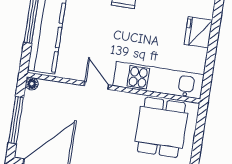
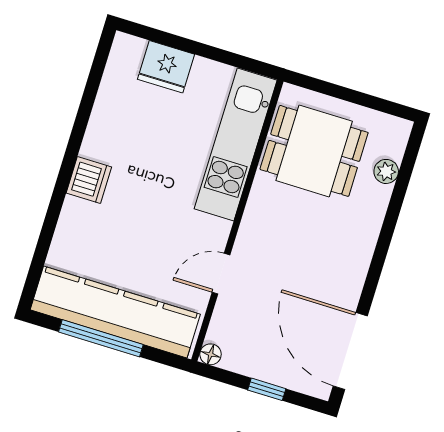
door: (96, 85) -> (221, 274), moved
window: (16, 120) -> (267, 389), width x0.46

